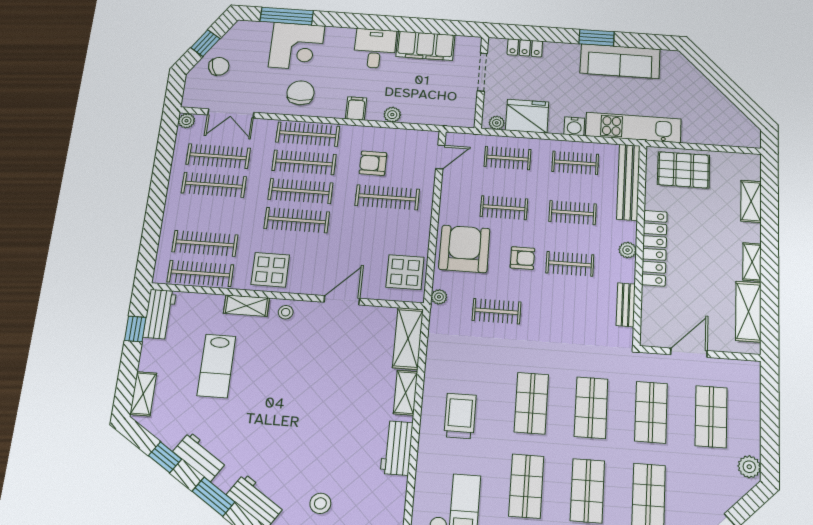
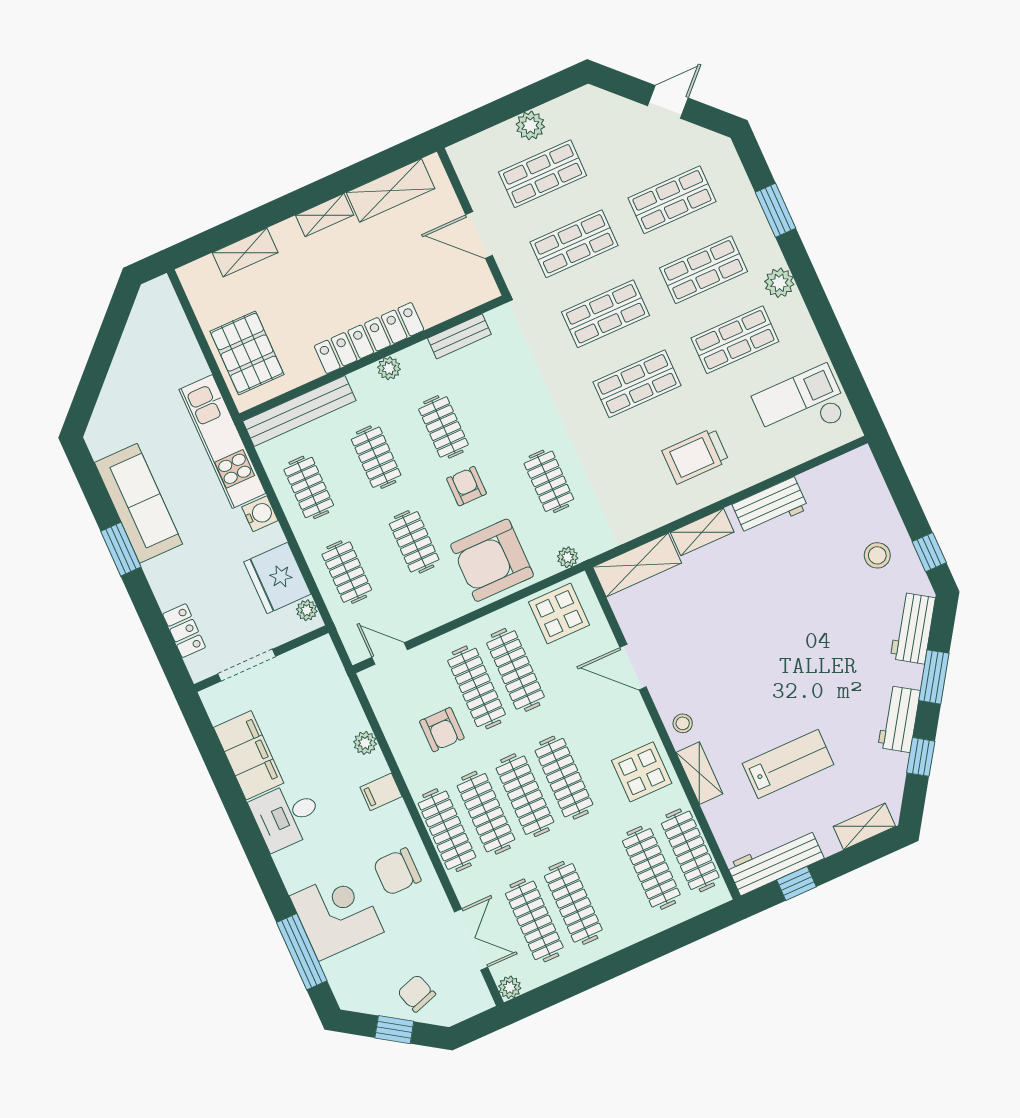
clothes rail: (384, 227) -> (516, 670), added
workbench: (160, 314) -> (775, 862), width x1.38
plant: (749, 467) -> (530, 125), moved

